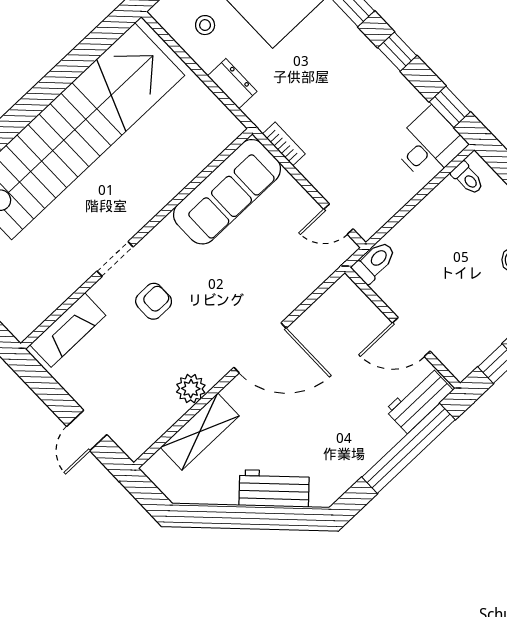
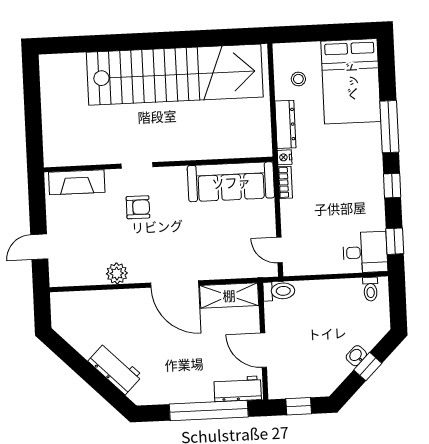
dresser: (232, 84) -> (285, 124), width x1.44
nightstand: (261, 119) -> (285, 157), added
shelving: (200, 432) -> (229, 295), moved

